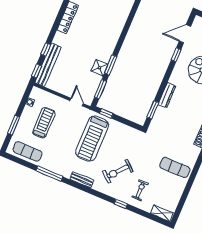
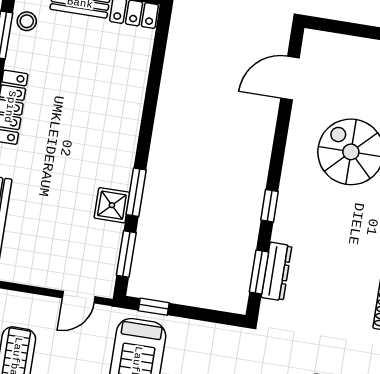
window: (176, 55) -> (269, 206), moved
dresser: (167, 95) -> (277, 272), moved
door: (77, 102) -> (79, 297), swing flipped

